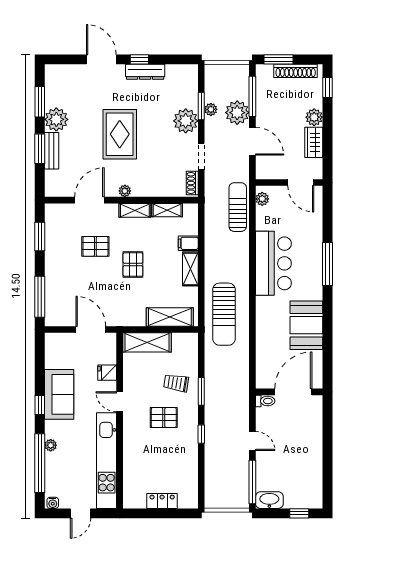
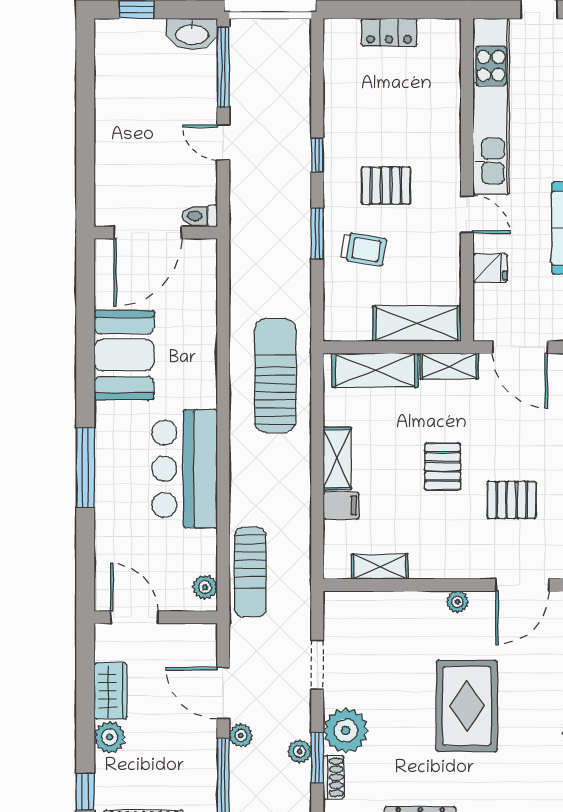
plant: (237, 113) -> (241, 735), width x0.53, depth x0.53
shoe rack: (192, 183) -> (334, 777), moved
shelving: (135, 210) -> (449, 366), moved

